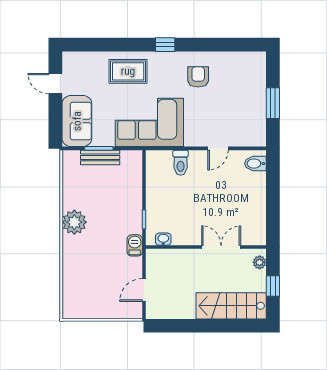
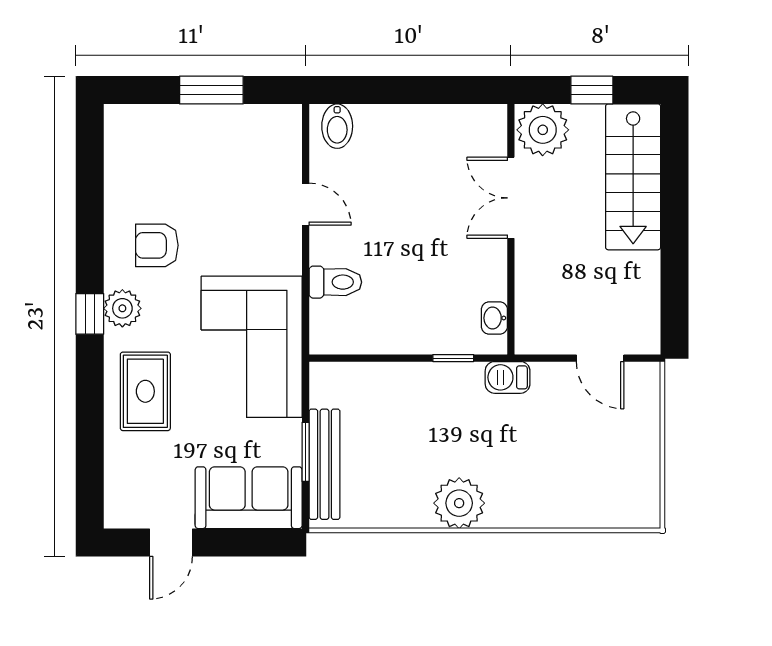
plant: (168, 60) -> (122, 308), added
bench: (100, 157) -> (324, 464), width x1.36
plant: (260, 262) -> (543, 130), width x1.88, depth x1.88

